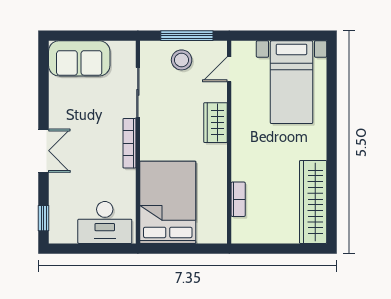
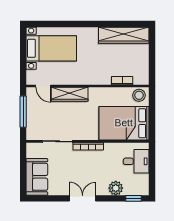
stool: (182, 60) -> (139, 95), moved
wardrobe: (216, 123) -> (70, 94), width x1.50
double door: (44, 151) -> (83, 198), moved
plant: (61, 189) -> (116, 188), added
desk: (105, 222) -> (136, 161), width x0.73

